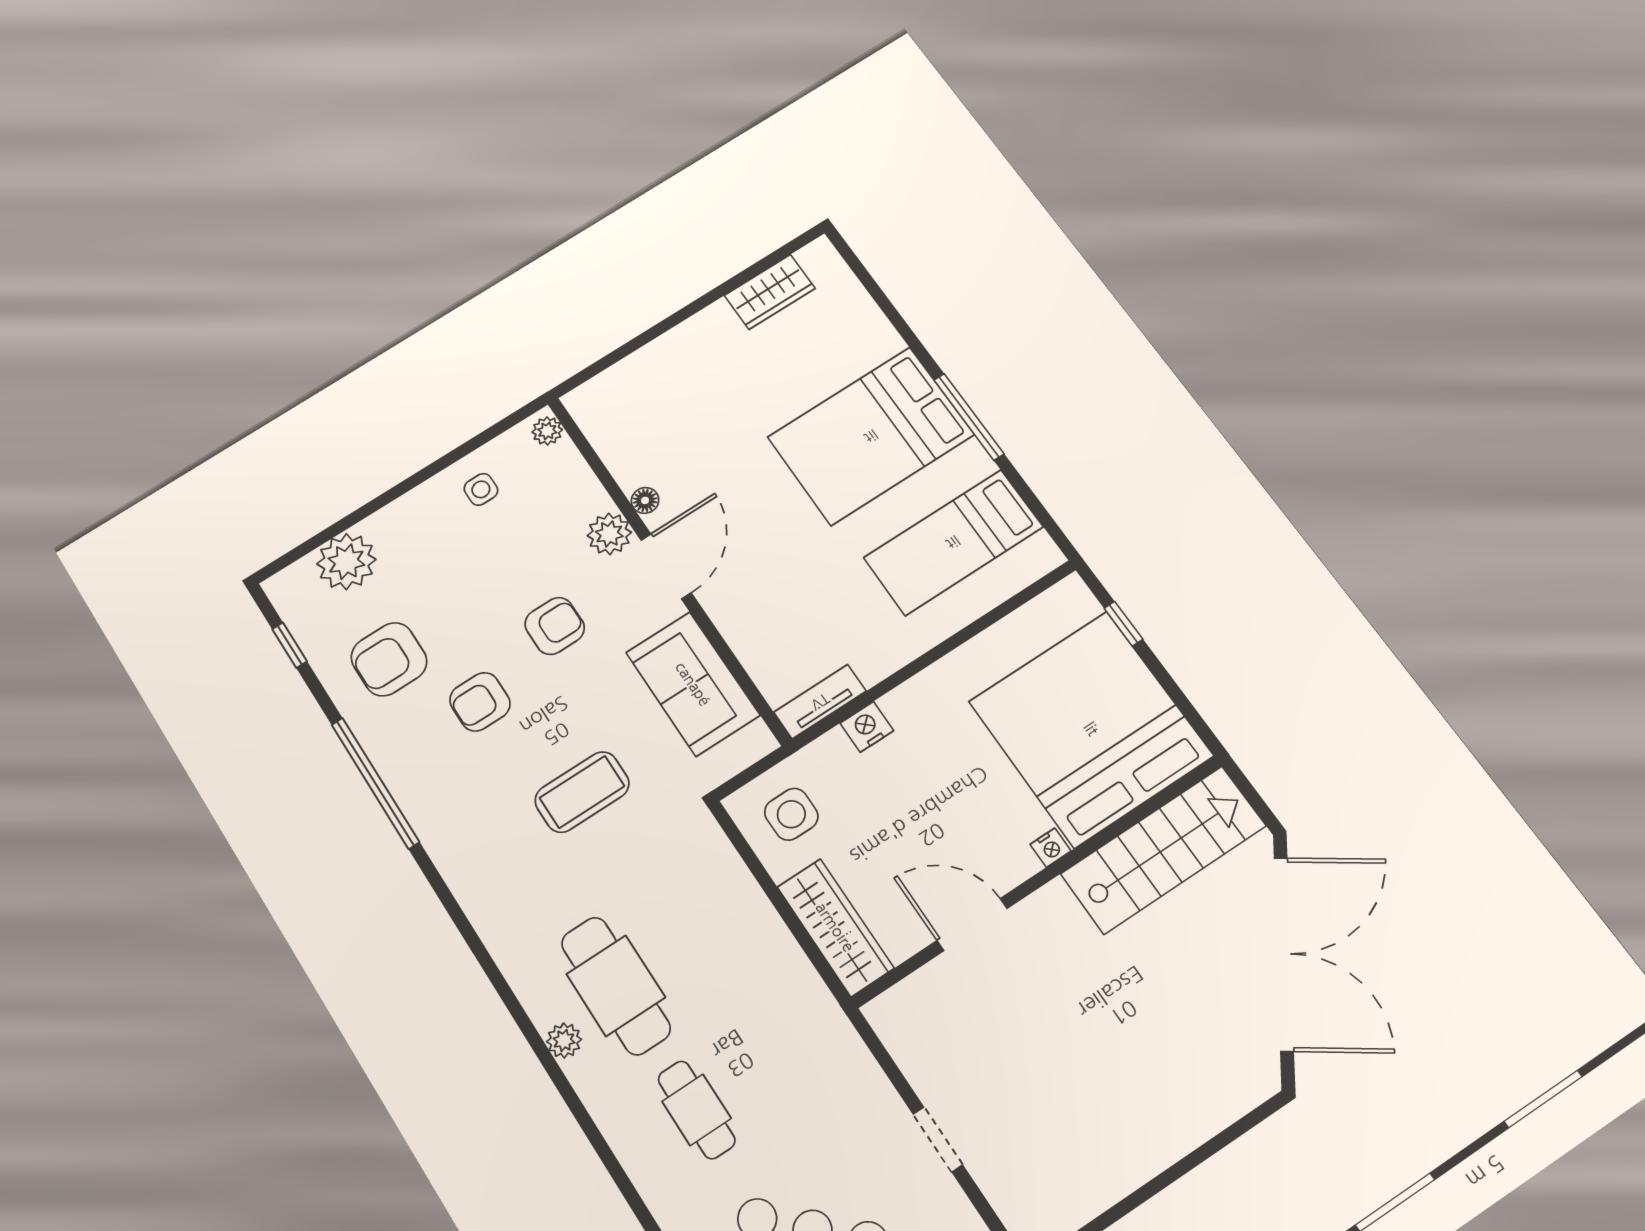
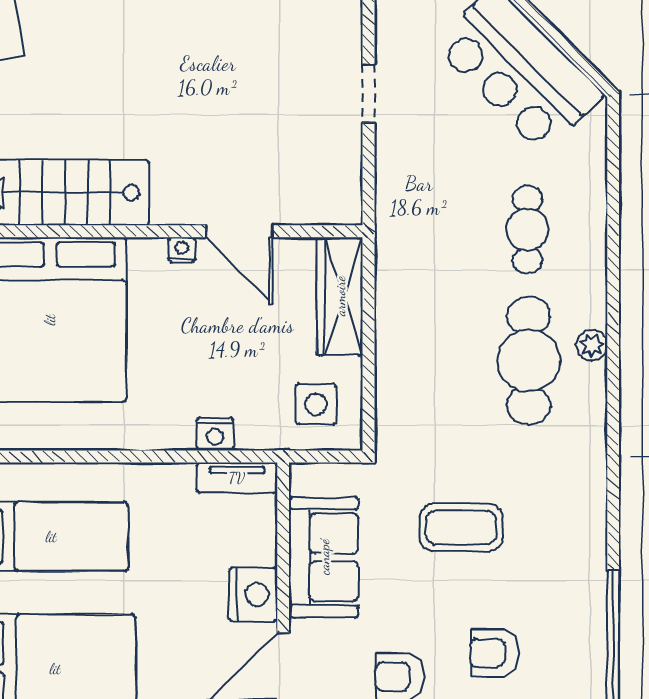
nightstand: (736, 611) -> (253, 594), added
armchair: (480, 702) -> (494, 653), turned 180
nightstand: (1051, 848) -> (182, 250), moved

